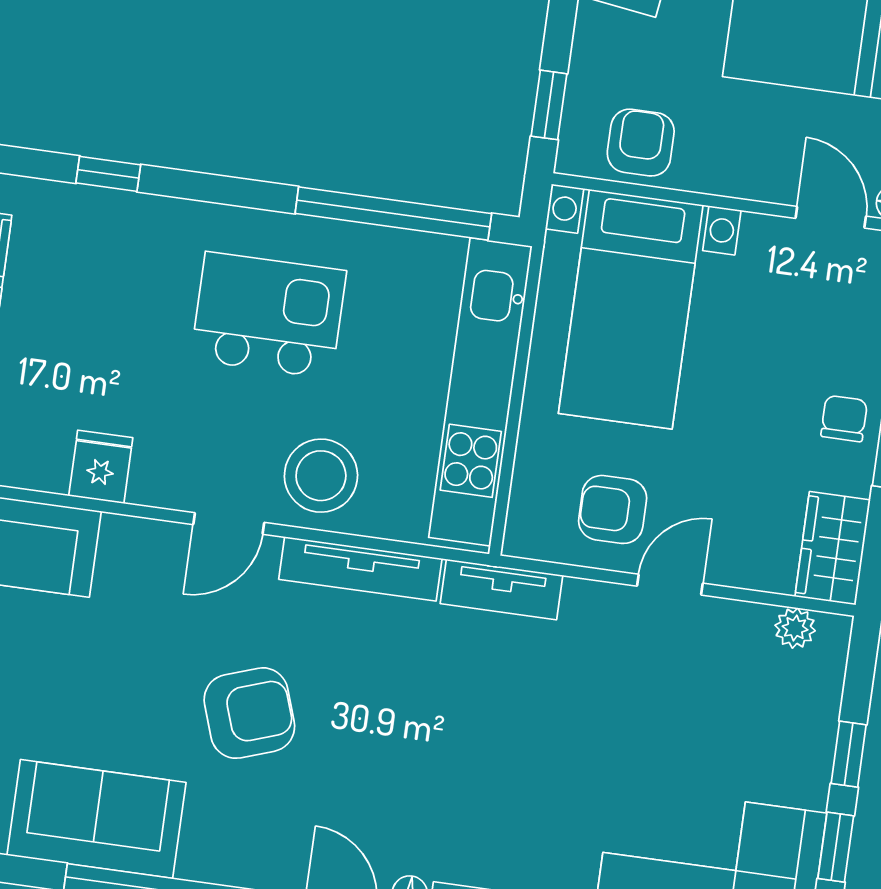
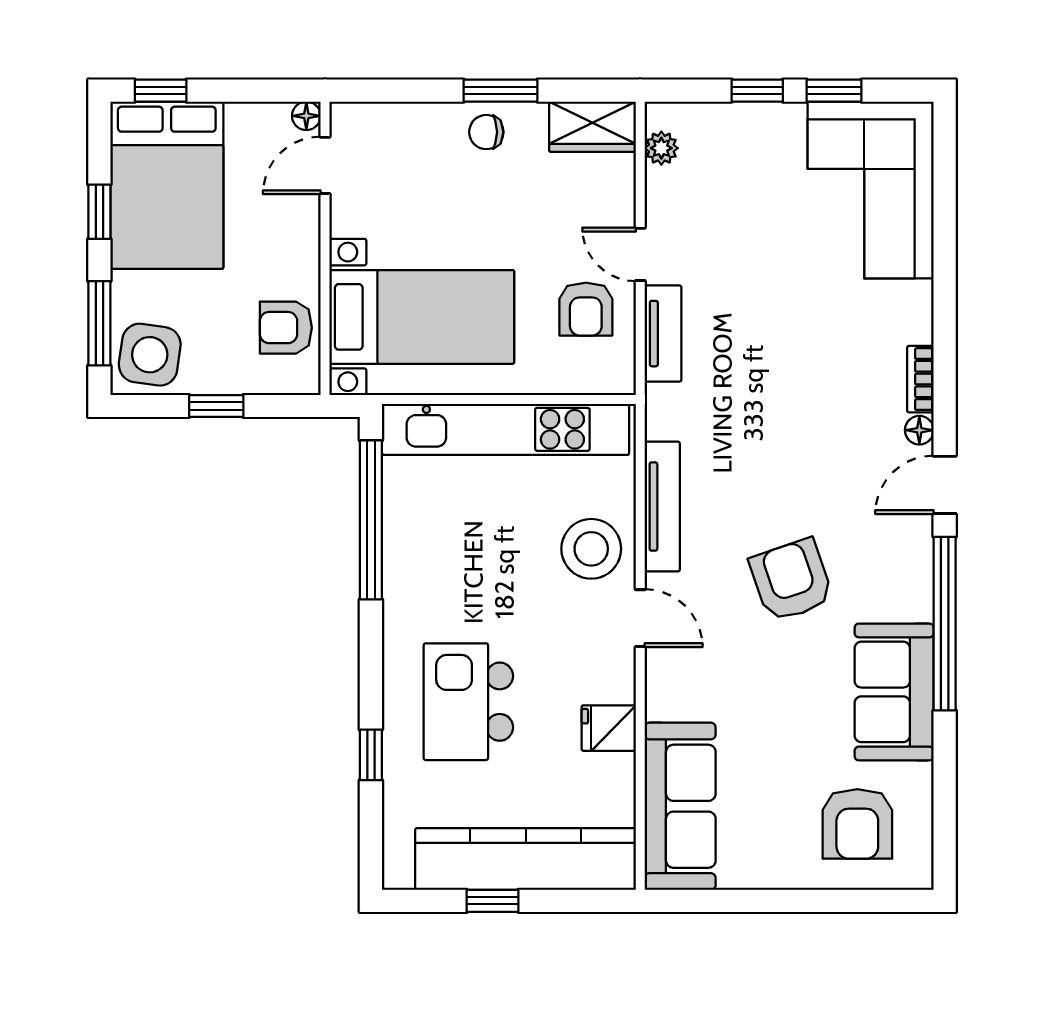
window: (549, 105) -> (216, 406), moved
kitchen island: (269, 315) -> (468, 702), moved
tv unit: (502, 589) -> (663, 334), moved

